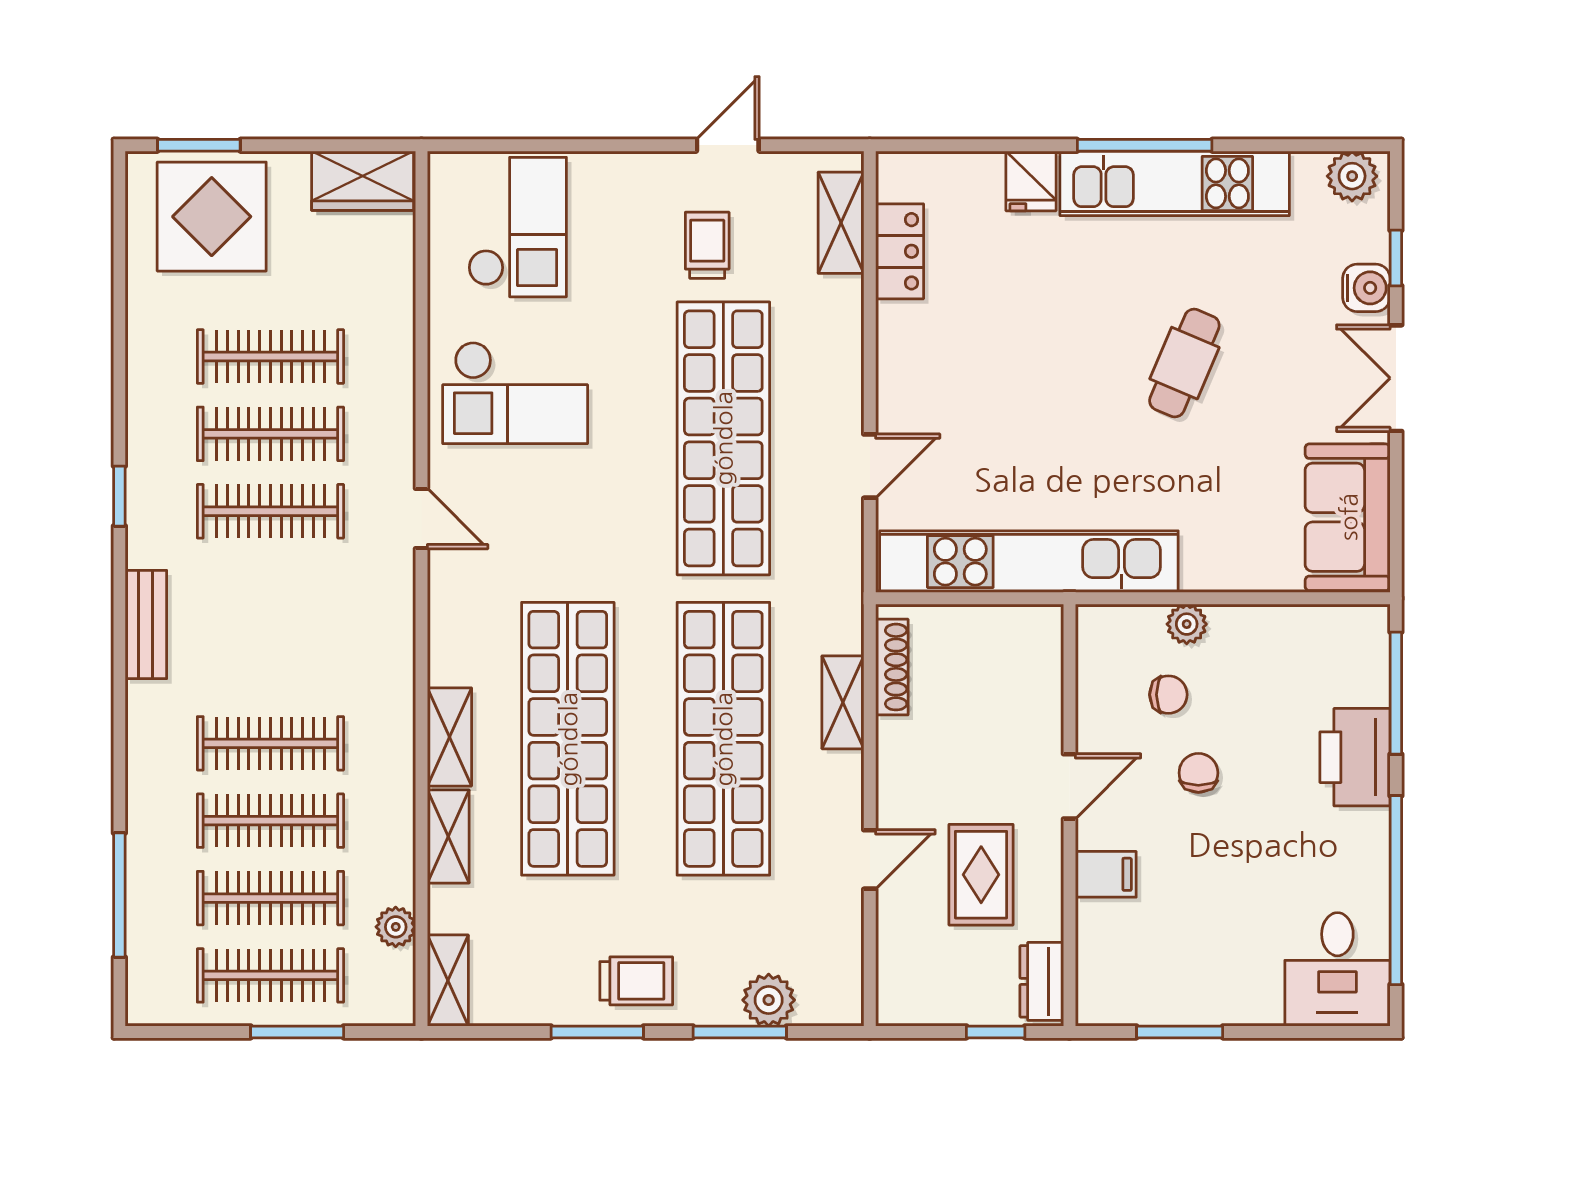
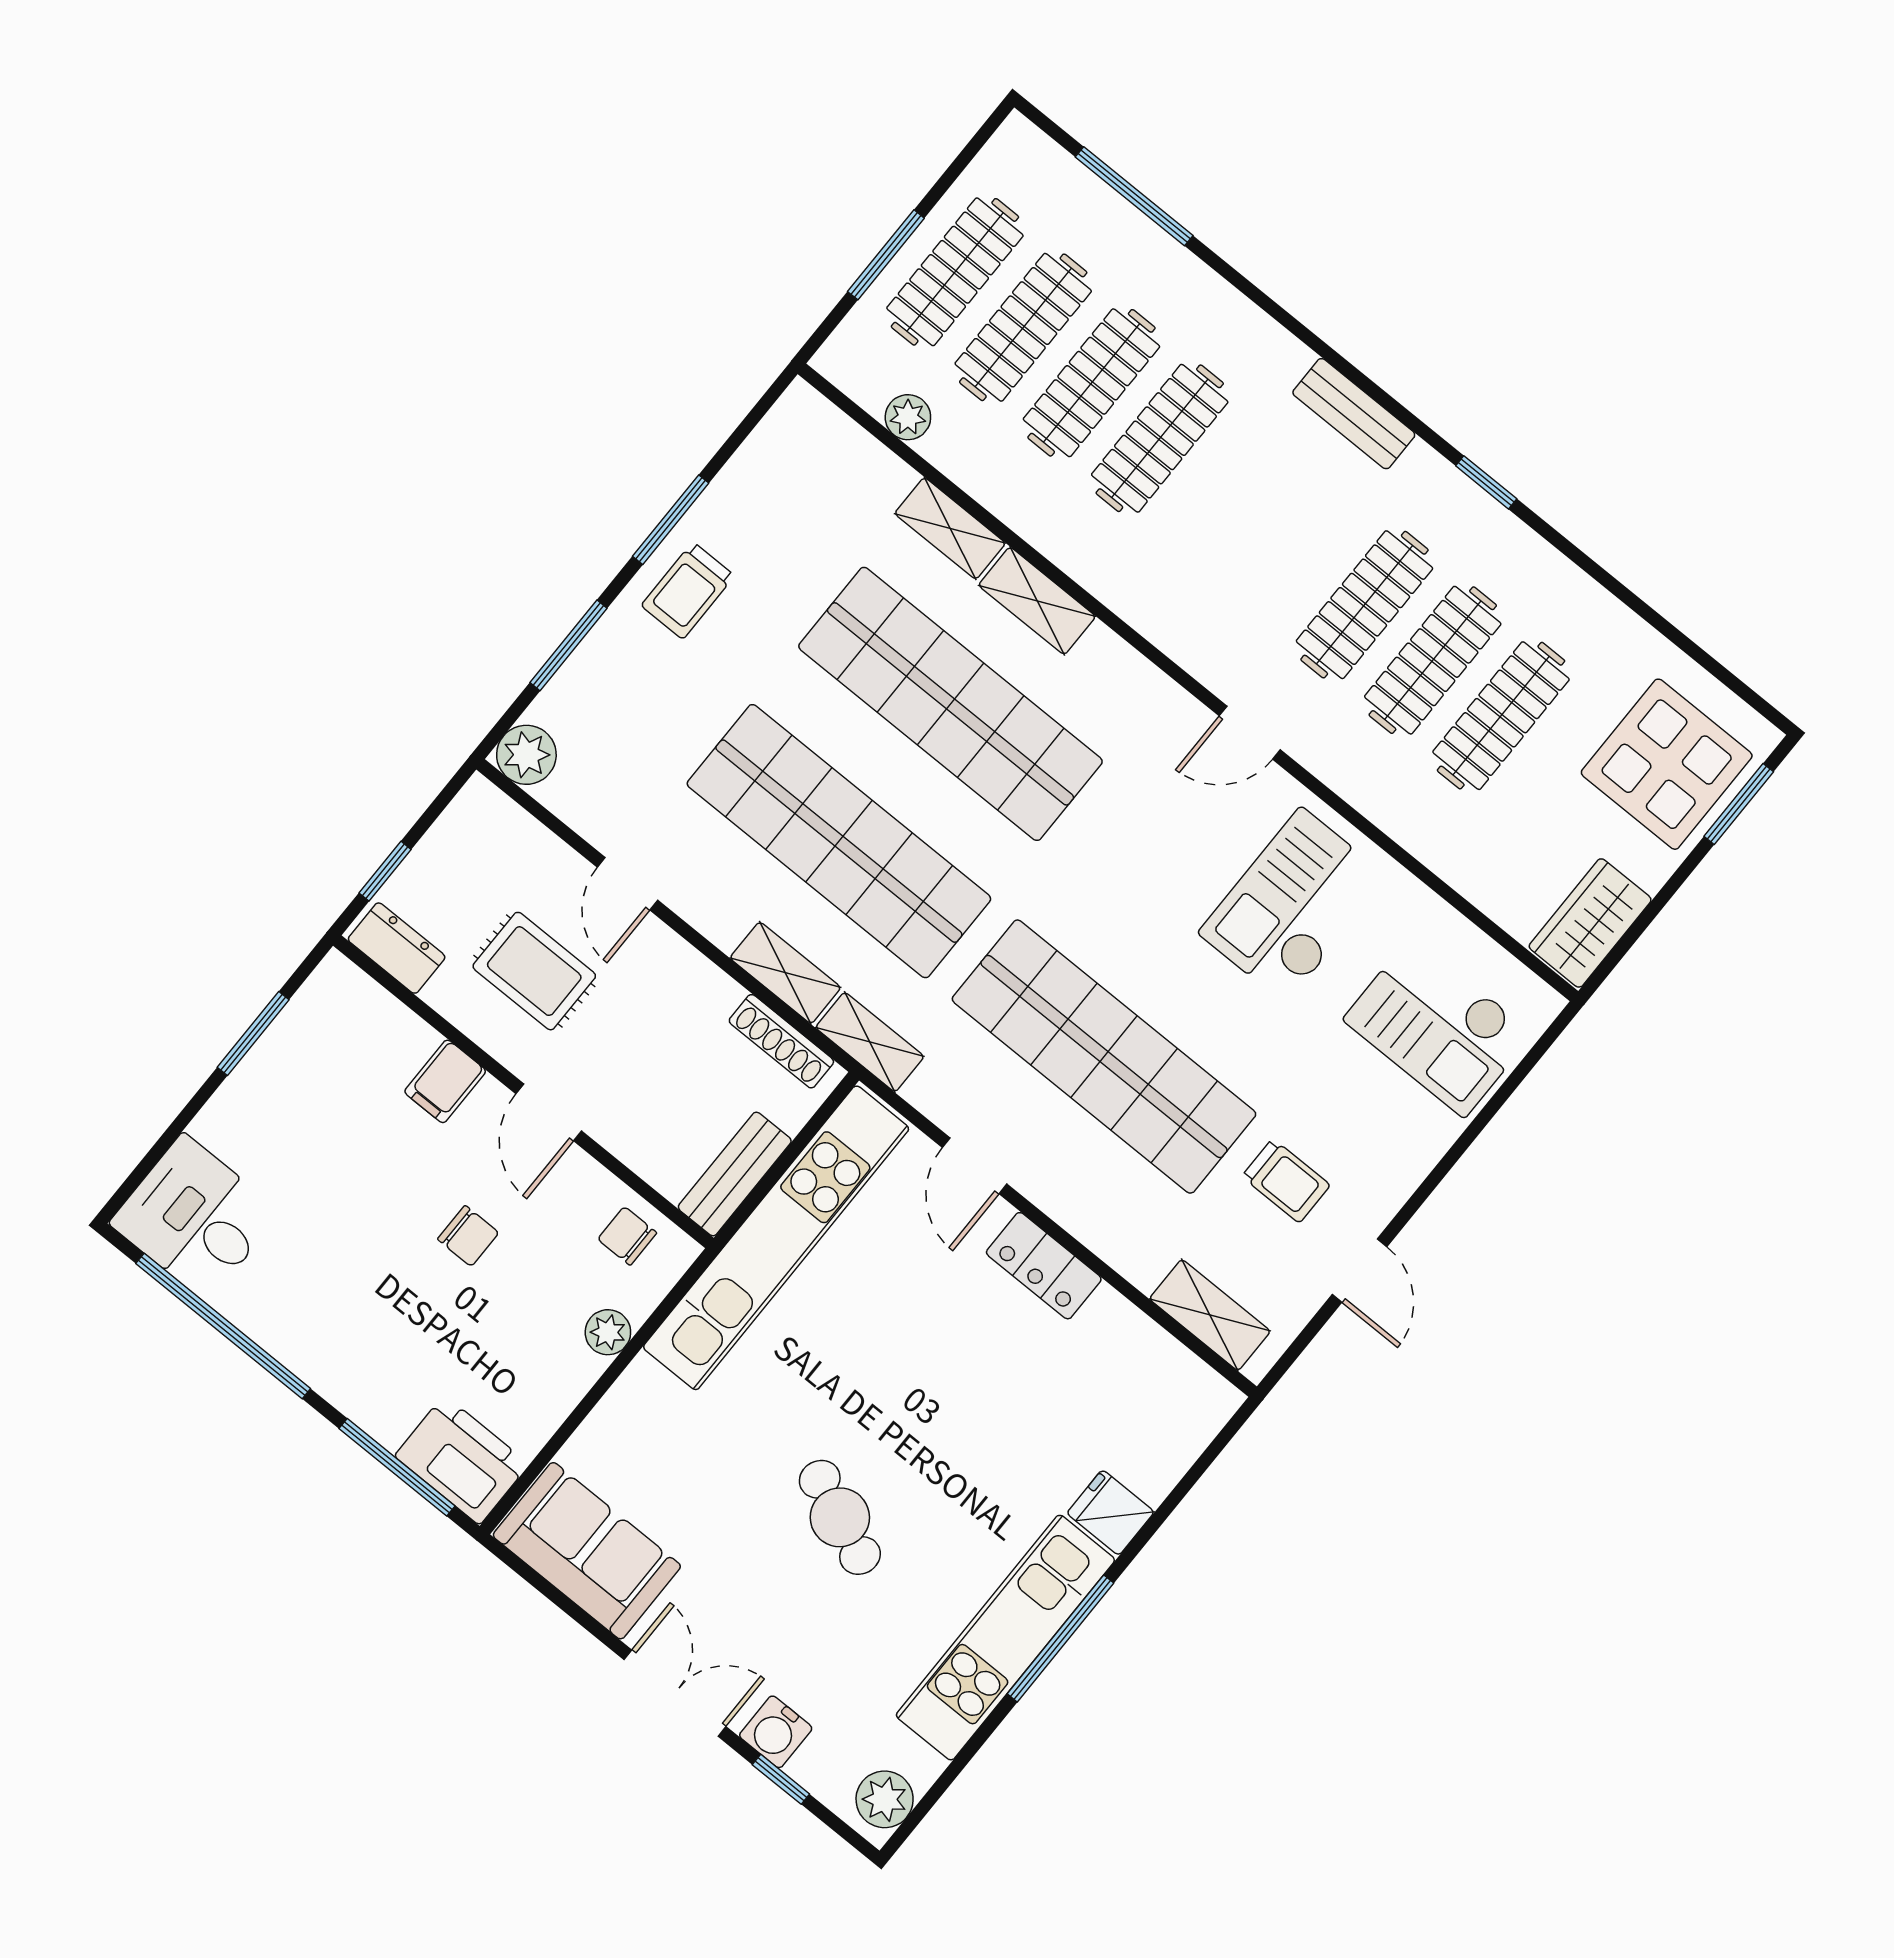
locker: (900, 251) -> (1044, 1266), moved
bench: (1008, 625) -> (735, 1174), added
chair: (1168, 695) -> (627, 1236), moved, turned 90
printer: (1355, 757) -> (462, 1460), moved
shelving: (448, 981) -> (870, 1042), moved
plant: (769, 1000) -> (526, 755), moved

